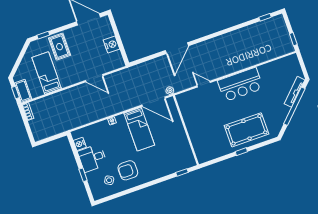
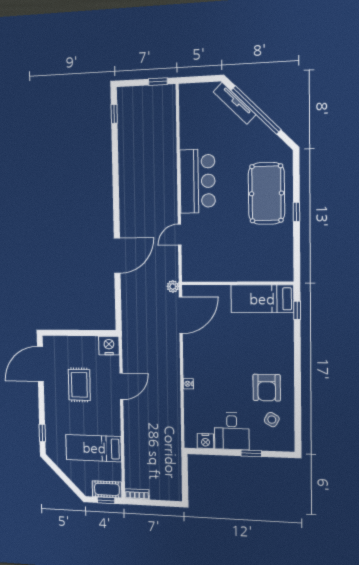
nightstand: (111, 44) -> (109, 346), moved
rug: (59, 47) -> (79, 385), moved, turned 90
door: (177, 48) -> (117, 256), hinge flipped
bed: (139, 129) -> (262, 299), moved, turned 180

